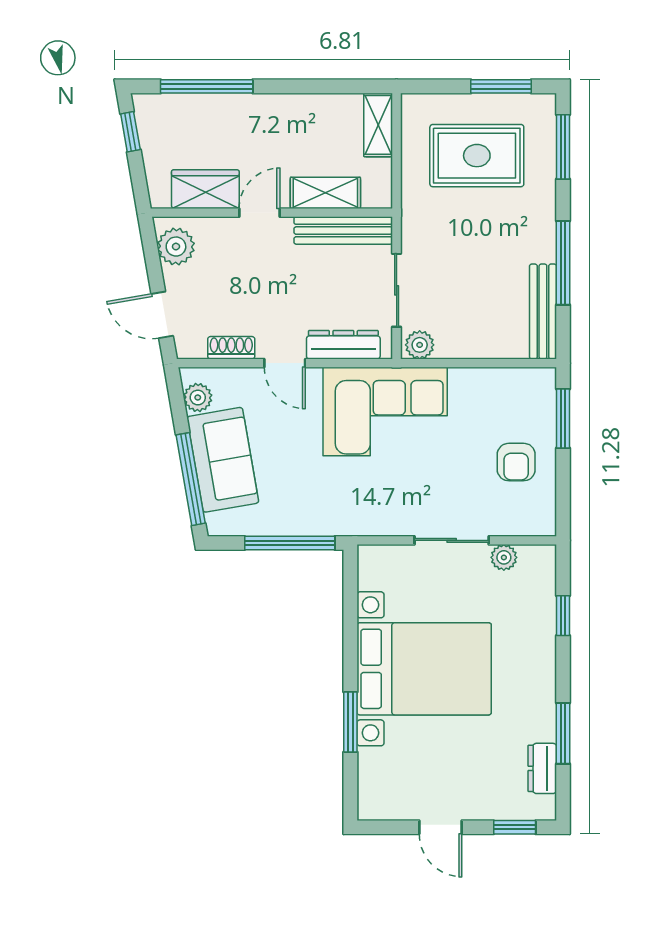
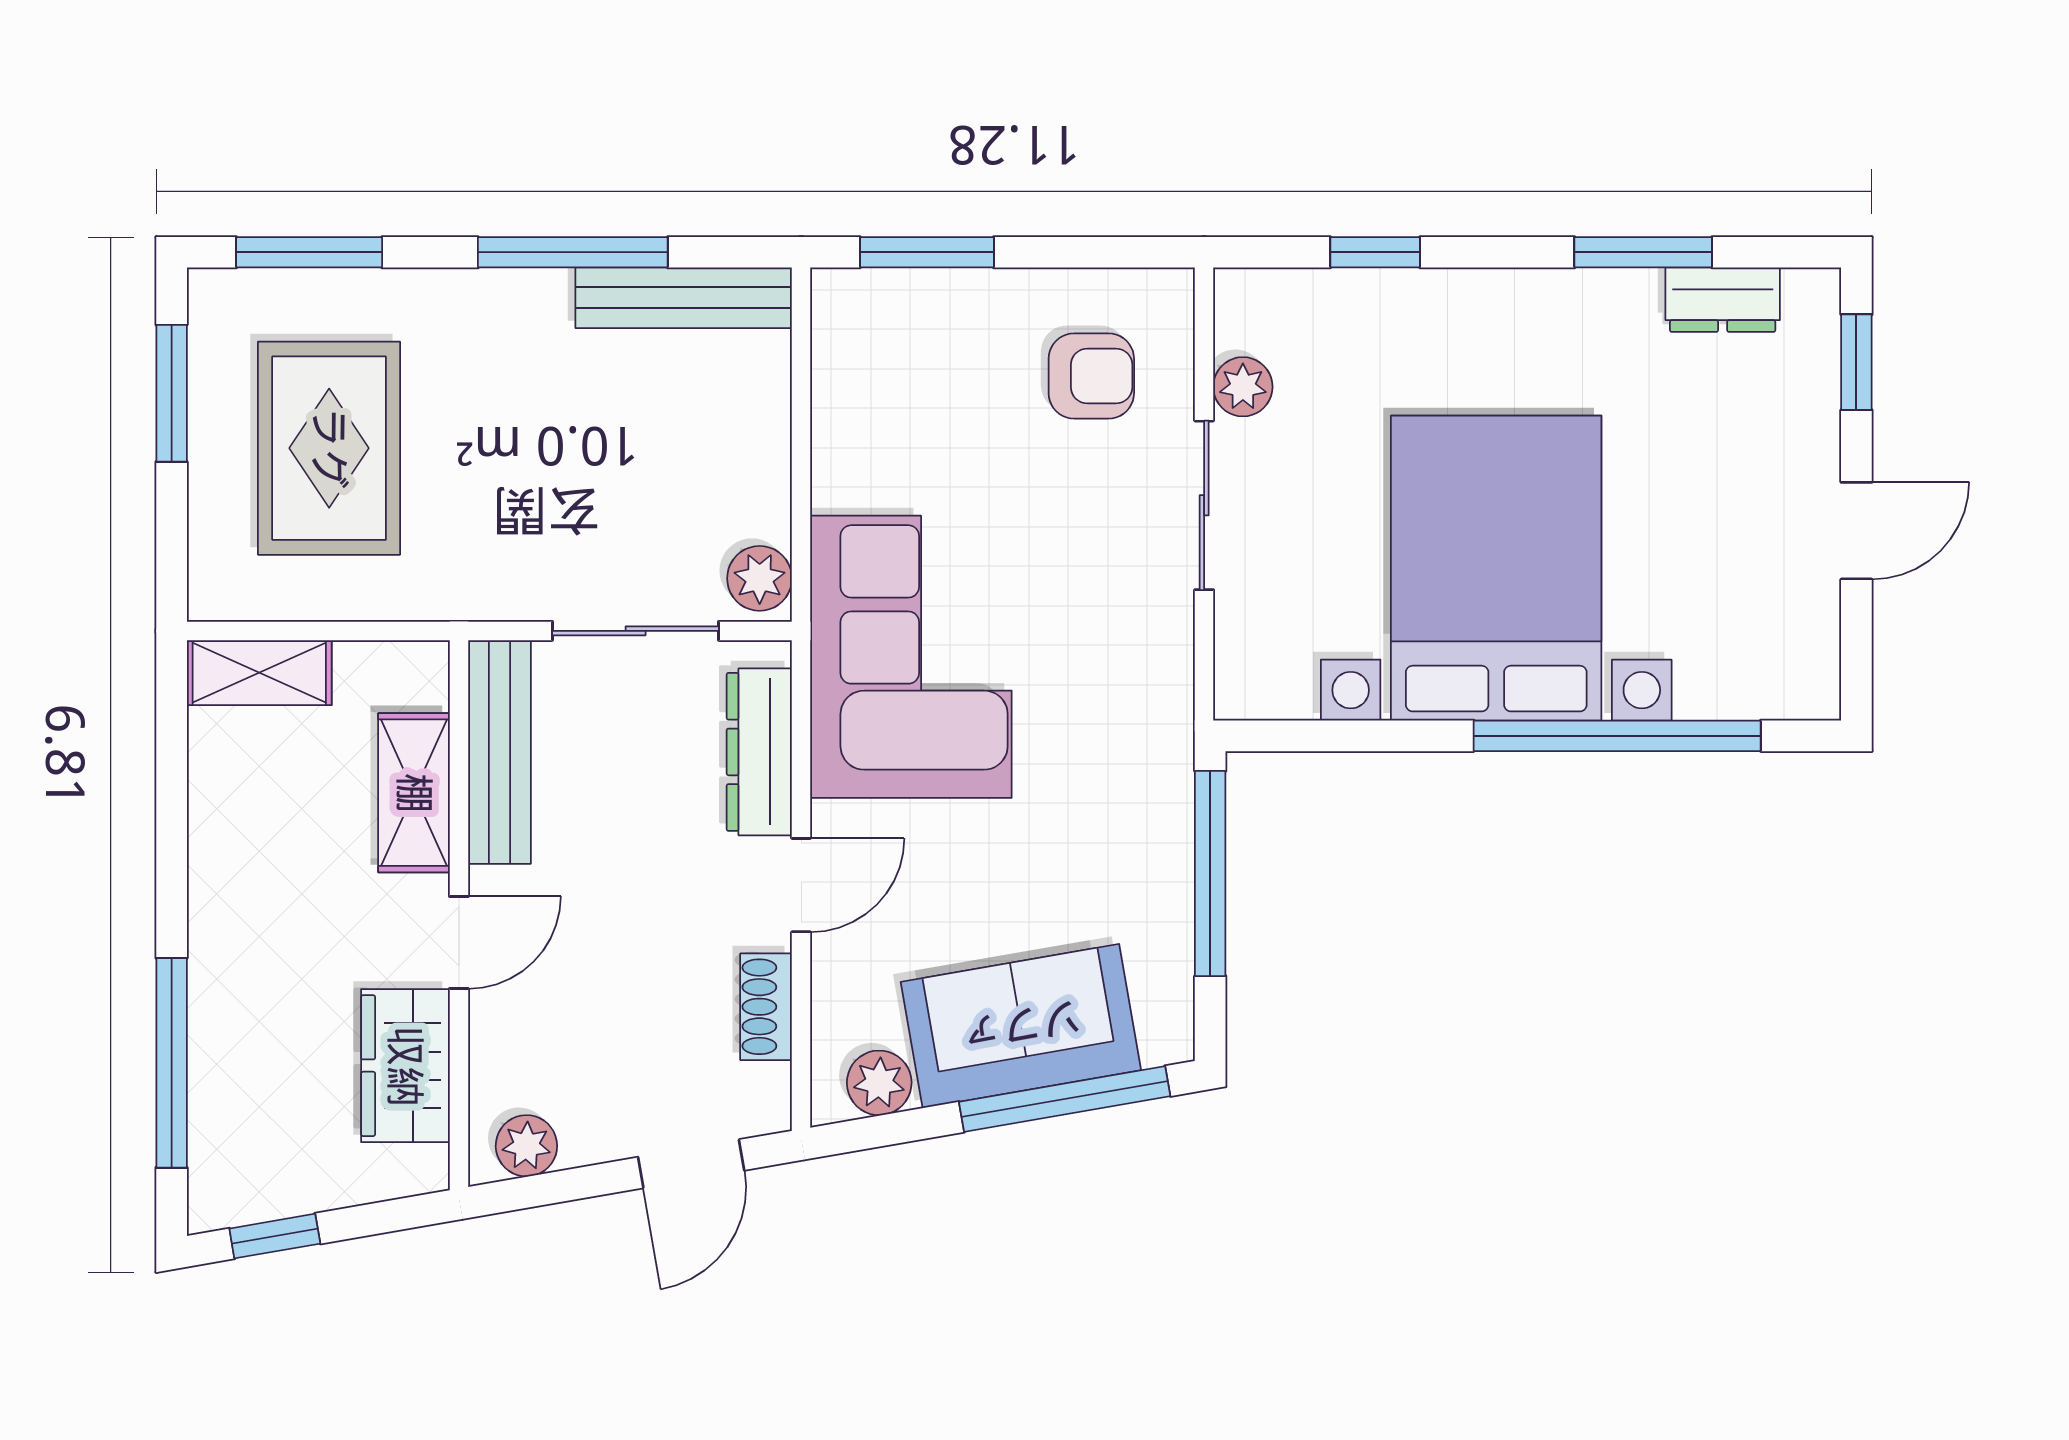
door: (259, 213) -> (459, 943), swing flipped
plant: (176, 247) -> (526, 1146), width x0.73, depth x0.73
armchair: (516, 462) -> (1091, 376), moved
window: (350, 722) -> (1617, 736), width x2.11

